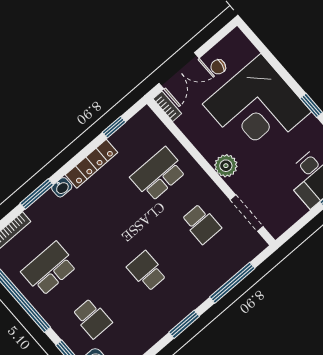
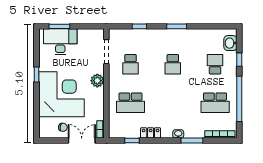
locker: (91, 164) -> (151, 133), width x0.66
school desk: (201, 224) -> (131, 64), turned 180
window: (232, 283) -> (139, 26), width x0.46

